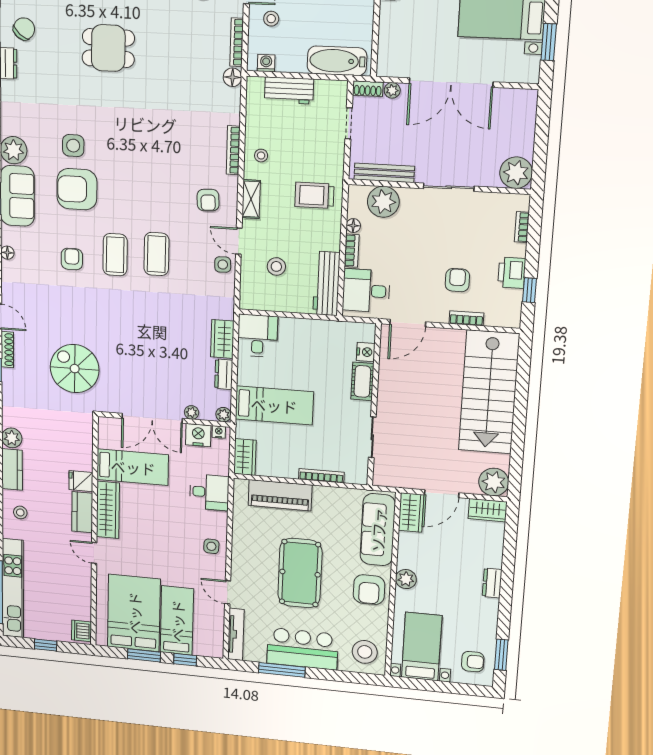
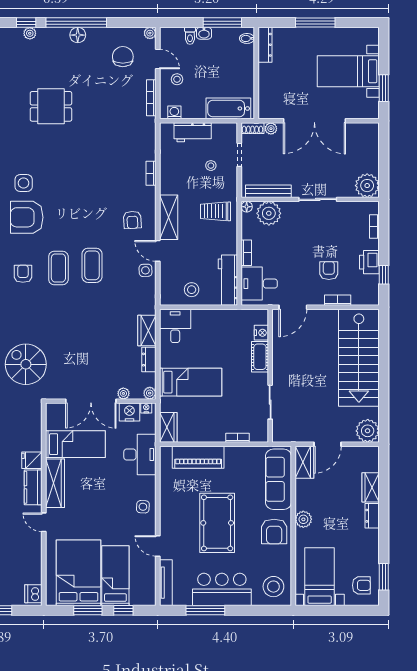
floor lamp: (232, 77) -> (149, 124), removed
bookcase: (233, 150) -> (151, 173), width x0.64
stool: (261, 156) -> (211, 166), moved
shelving: (251, 199) -> (169, 217), width x1.50, depth x1.33
floor lamp: (353, 226) -> (247, 207), moved
stool: (276, 266) -> (192, 290), moved
bookcase: (321, 476) -> (237, 438), width x0.64
desk: (209, 492) -> (140, 455), width x1.37
wardrobe: (488, 510) -> (371, 487), moved, turned 90

